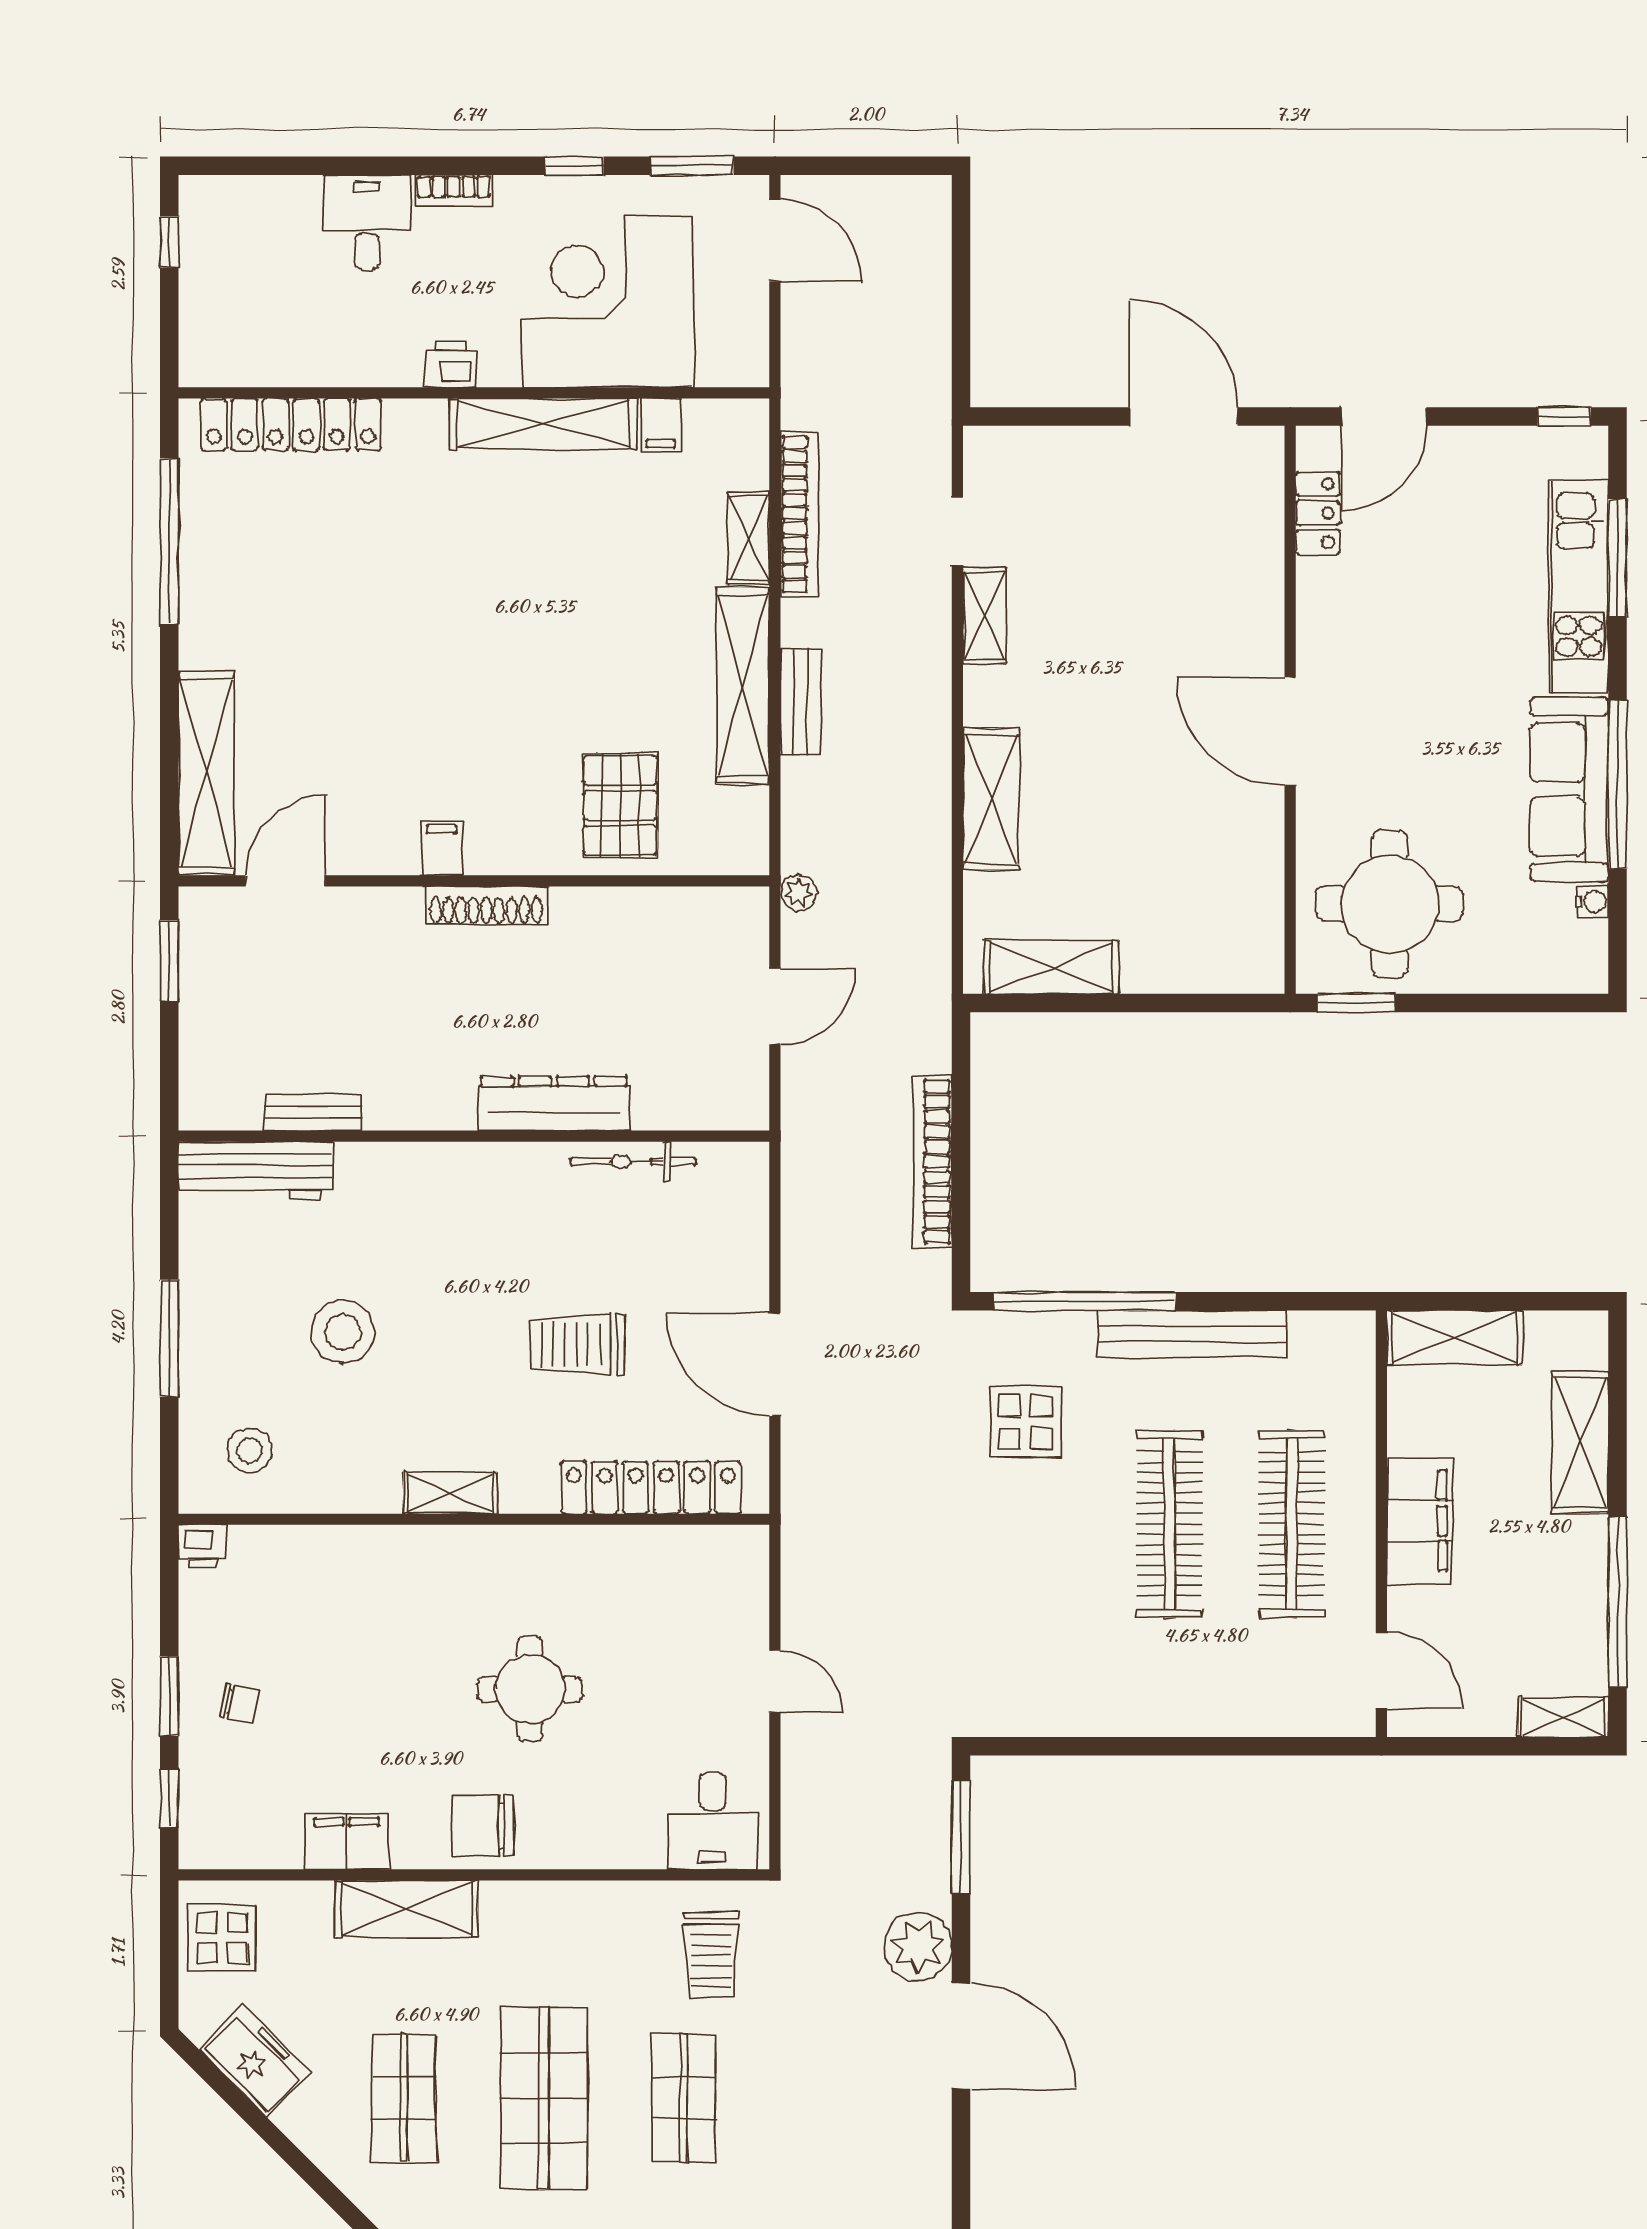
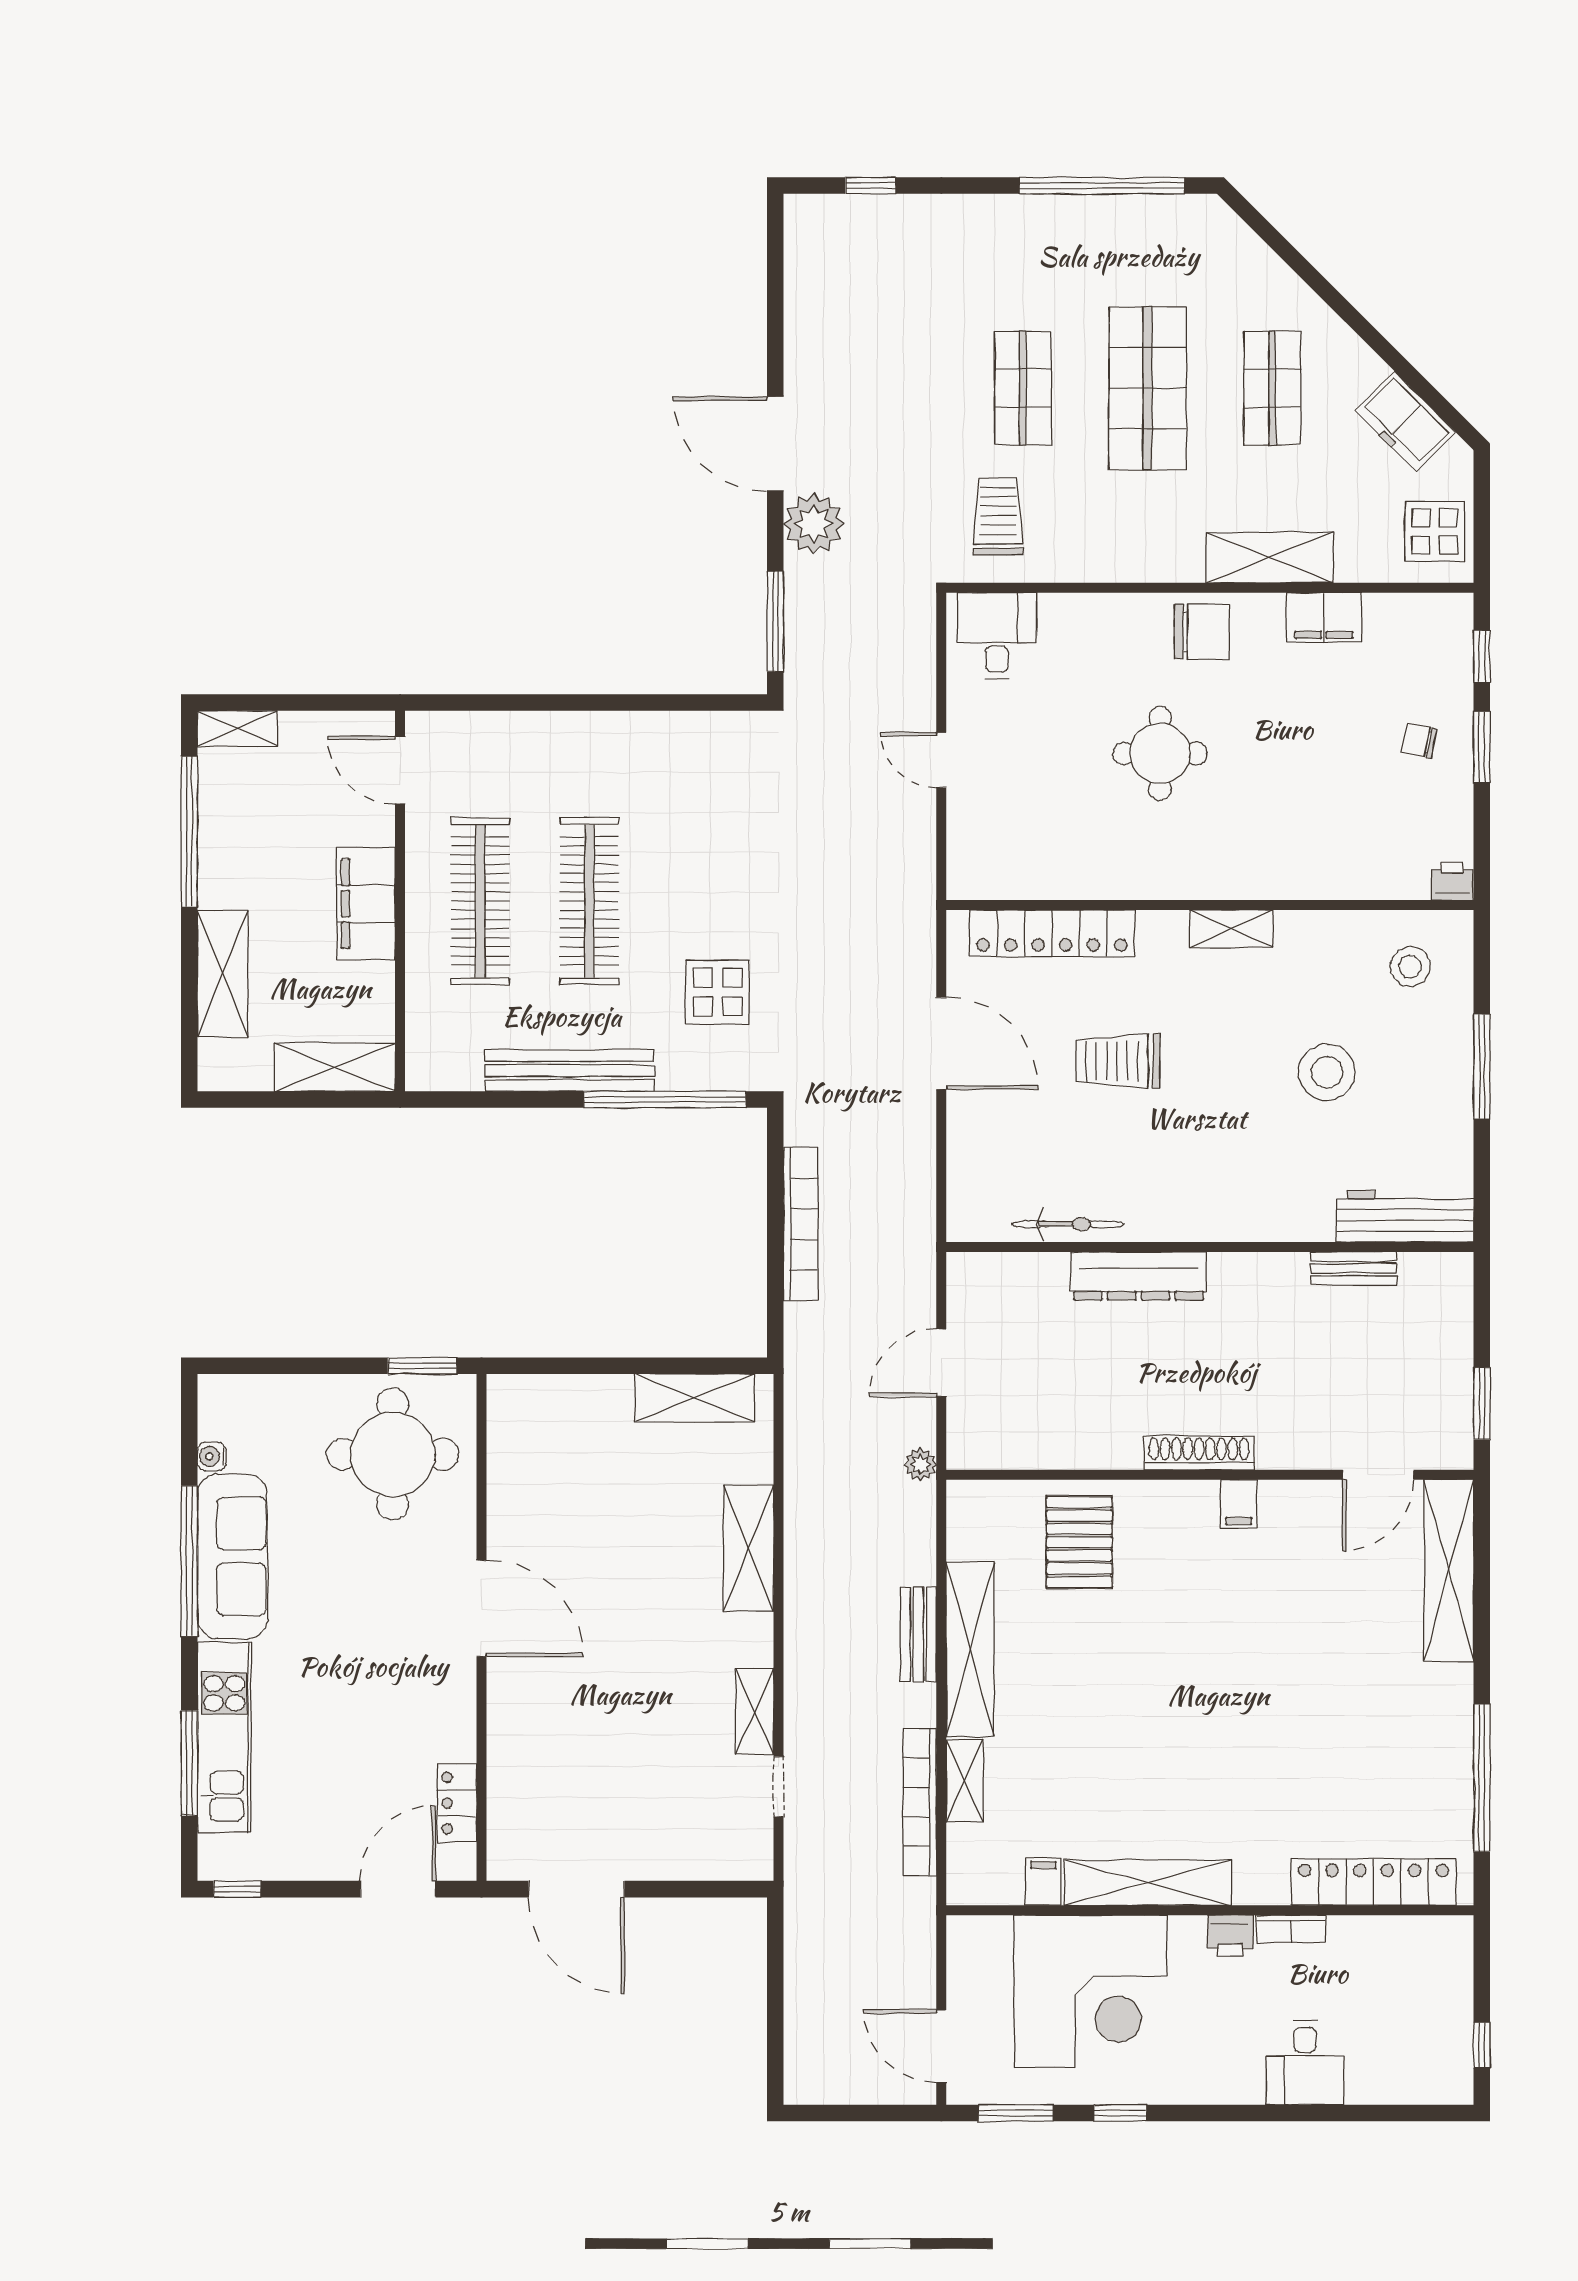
bookcase: (454, 190) -> (1291, 1929), moved, turned 180
trolley: (577, 1344) -> (1118, 1061), turned 180

